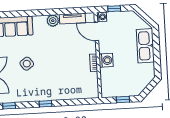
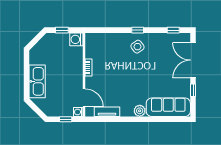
plant: (53, 21) -> (140, 111), moved
washing machine: (106, 60) -> (76, 39), moved
side table: (27, 64) -> (138, 47), moved

